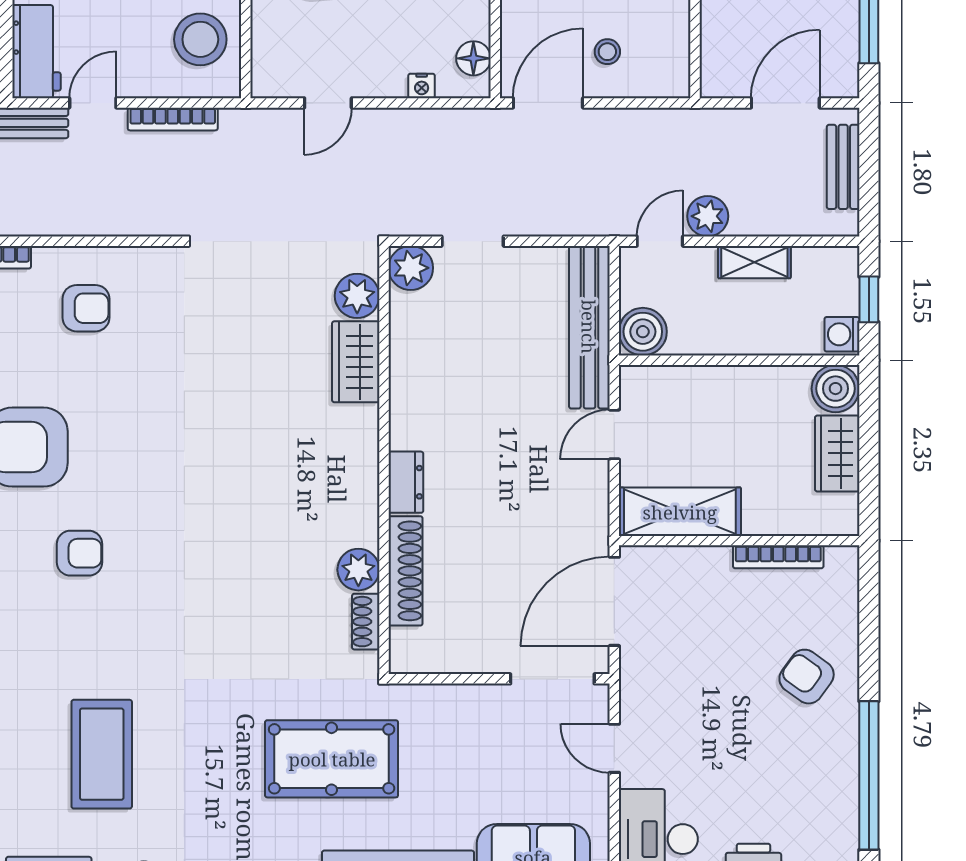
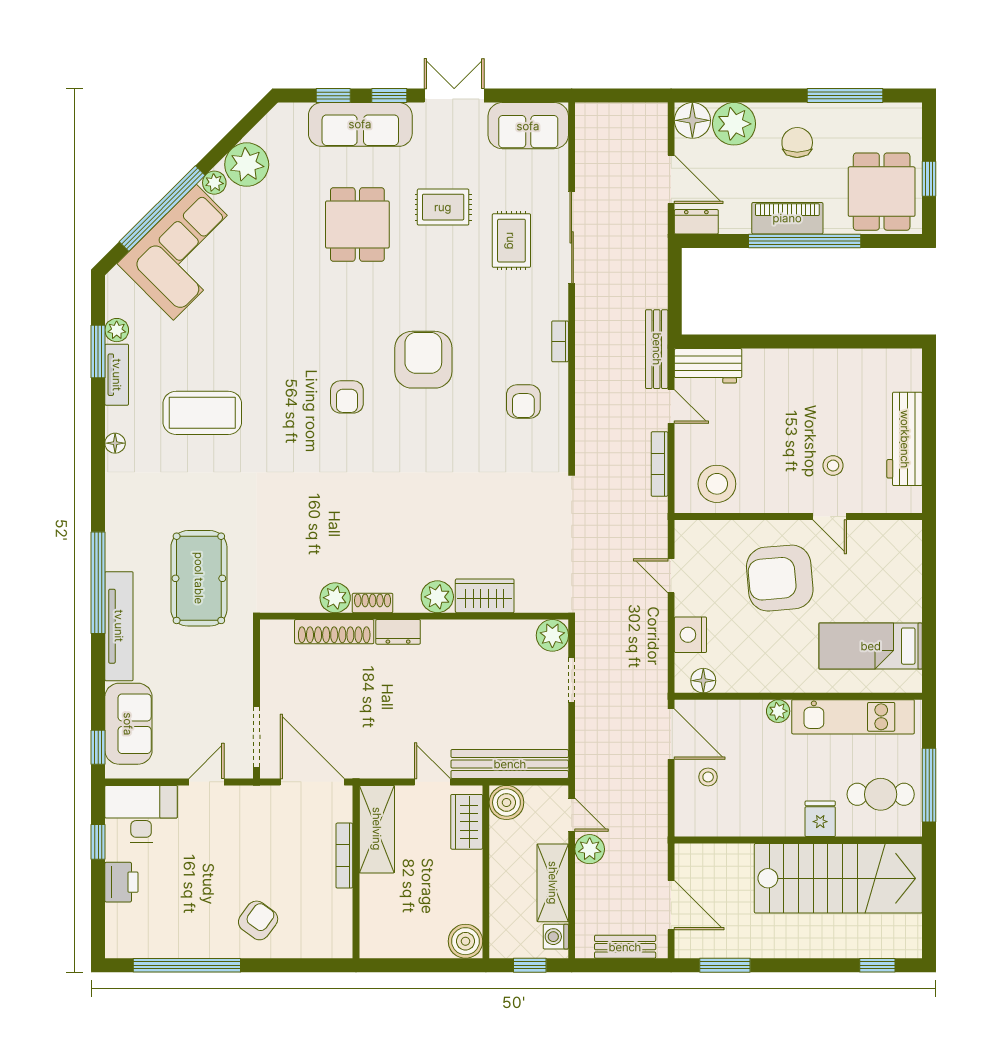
nightstand: (422, 86) -> (690, 635), width x1.89, depth x1.79
shelving: (754, 262) -> (553, 883), width x1.50, depth x1.33
plant: (357, 296) -> (437, 597), moved
washing machine: (842, 334) -> (556, 937), moved, turned -90
wardrobe: (837, 453) -> (467, 822), moved, turned -90
bookcase: (778, 557) -> (344, 856), moved
shoe rack: (366, 622) -> (373, 603), moved

